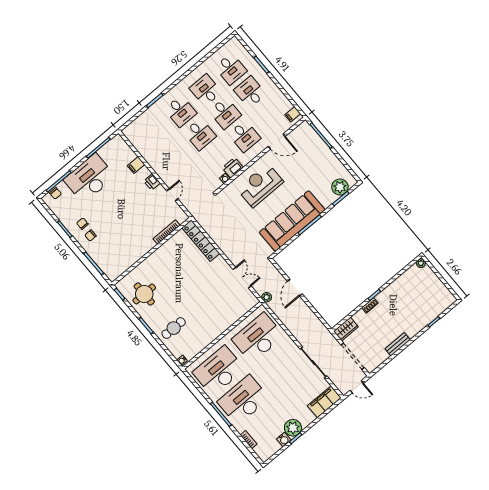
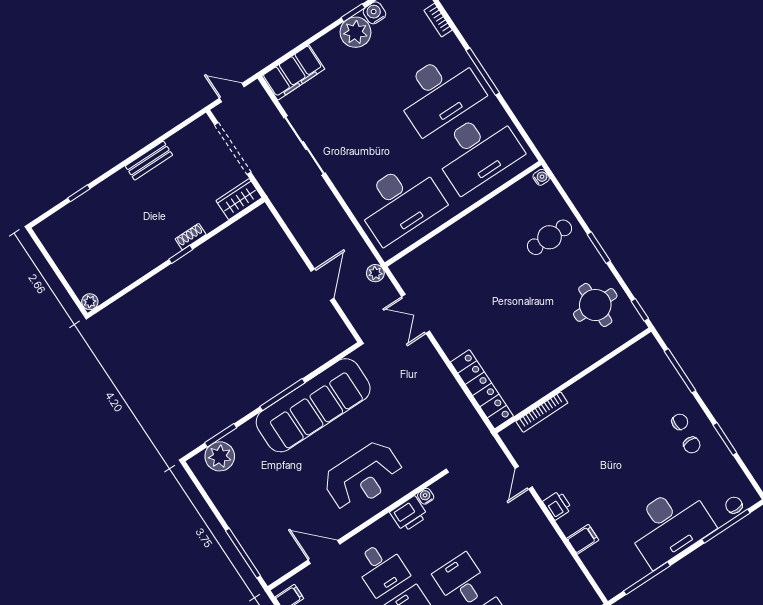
desk: (244, 136) -> (381, 568), turned 180

